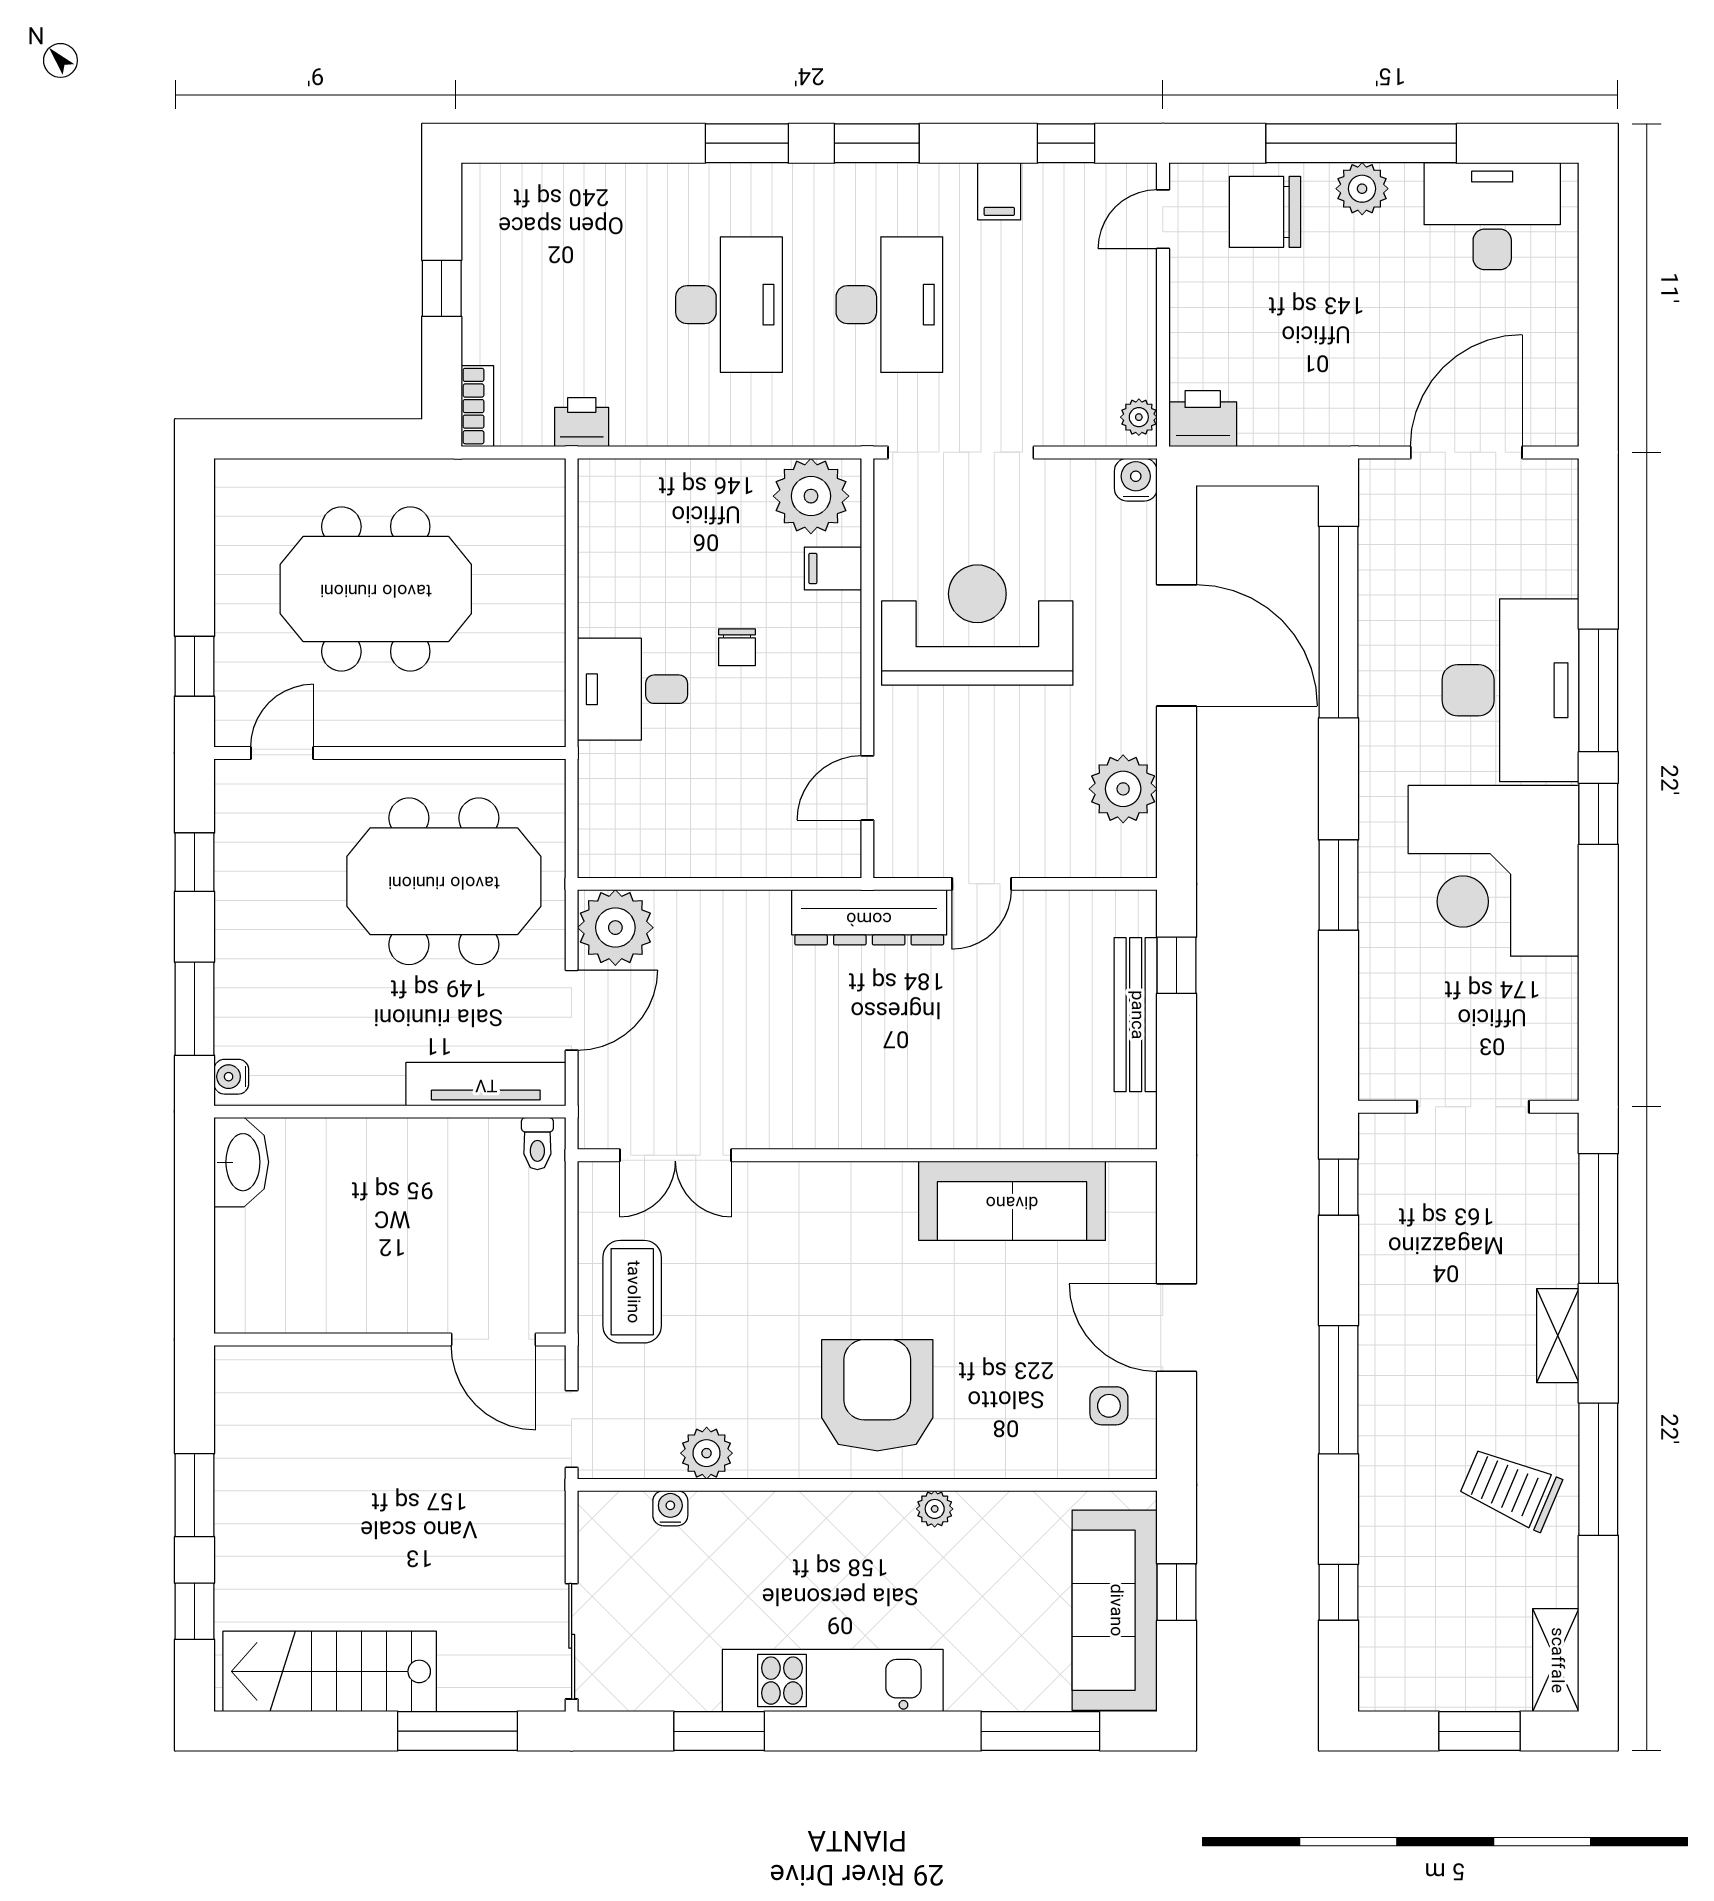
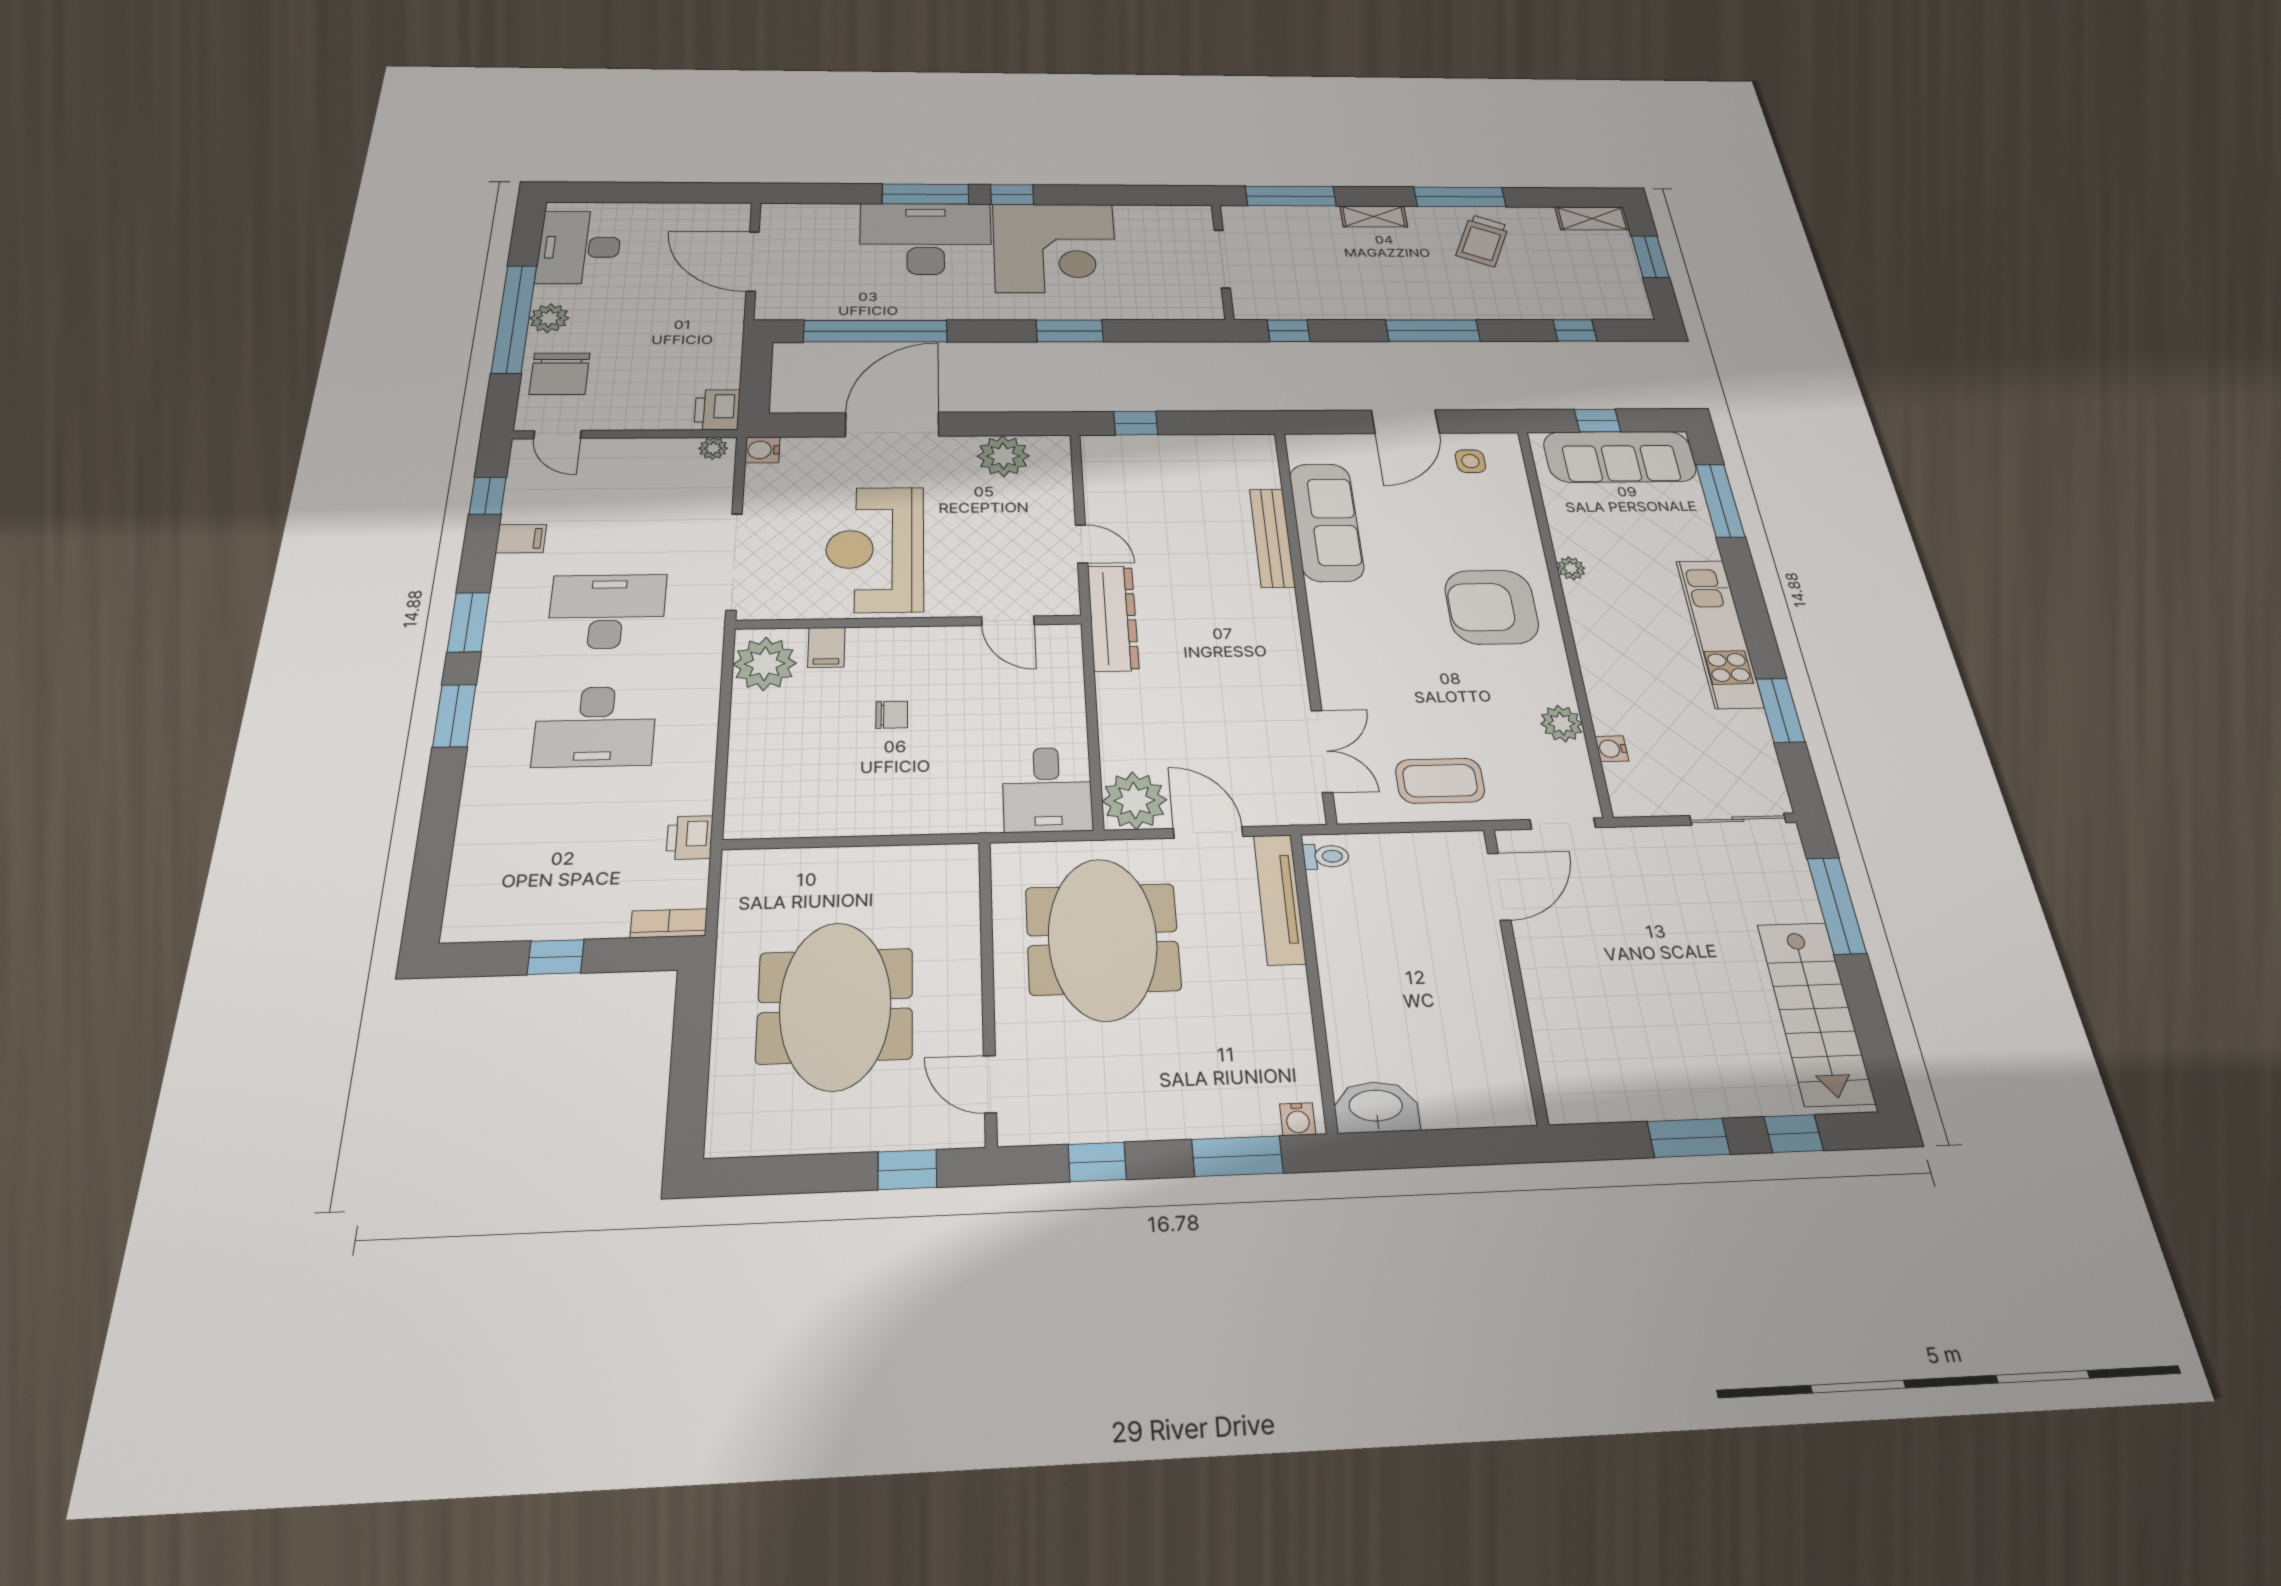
desk: (729, 305) -> (595, 726), turned 180
desk: (632, 689) -> (1047, 789), moved
bench: (1136, 1015) -> (1272, 538), moved, turned 90

